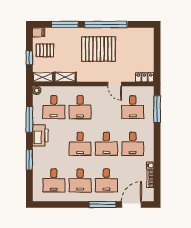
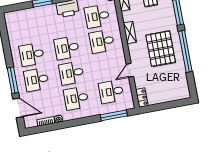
shelving: (65, 77) -> (130, 32), moved
desk: (54, 180) -> (27, 29), removed

